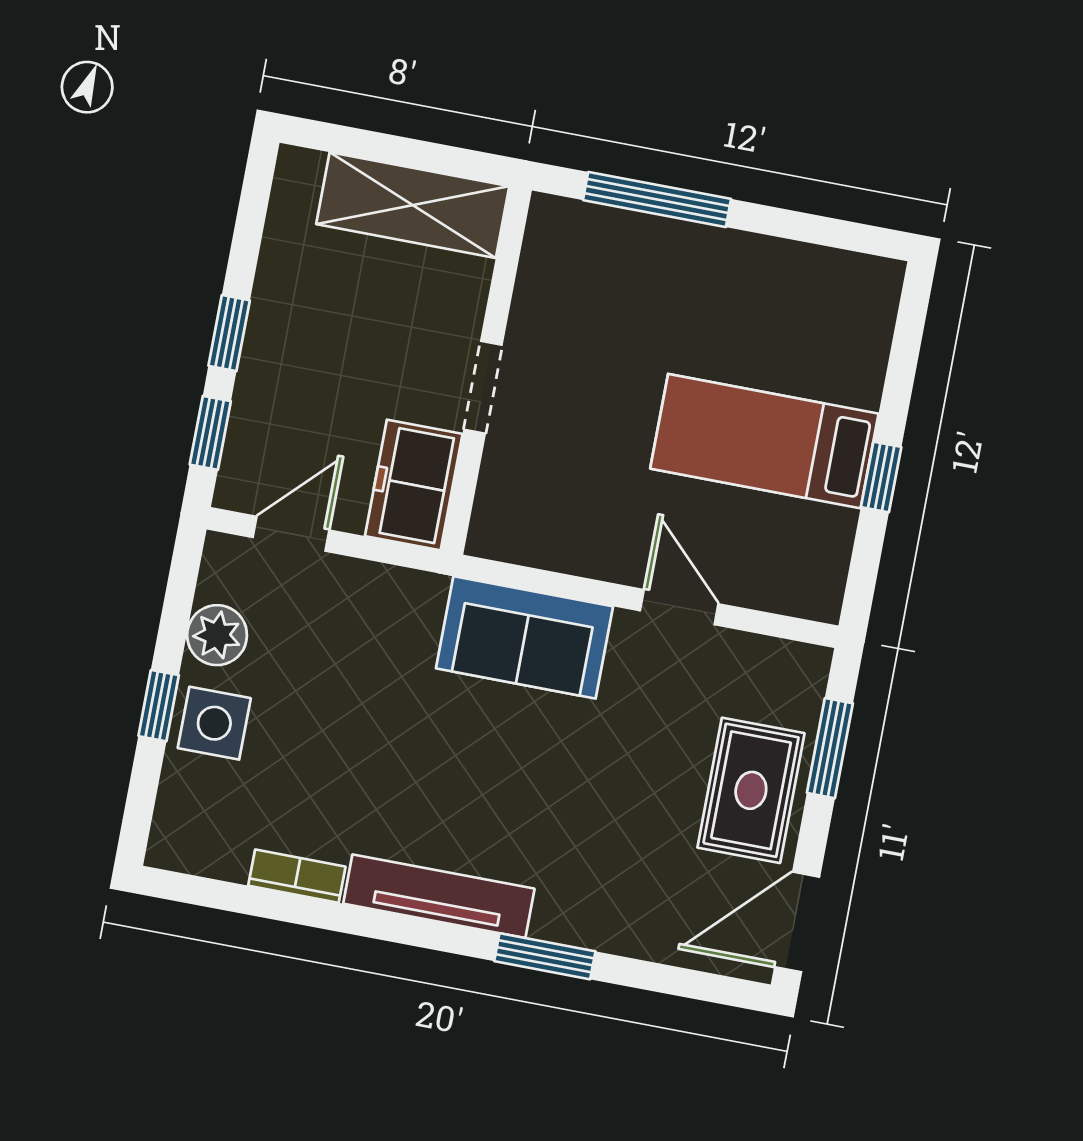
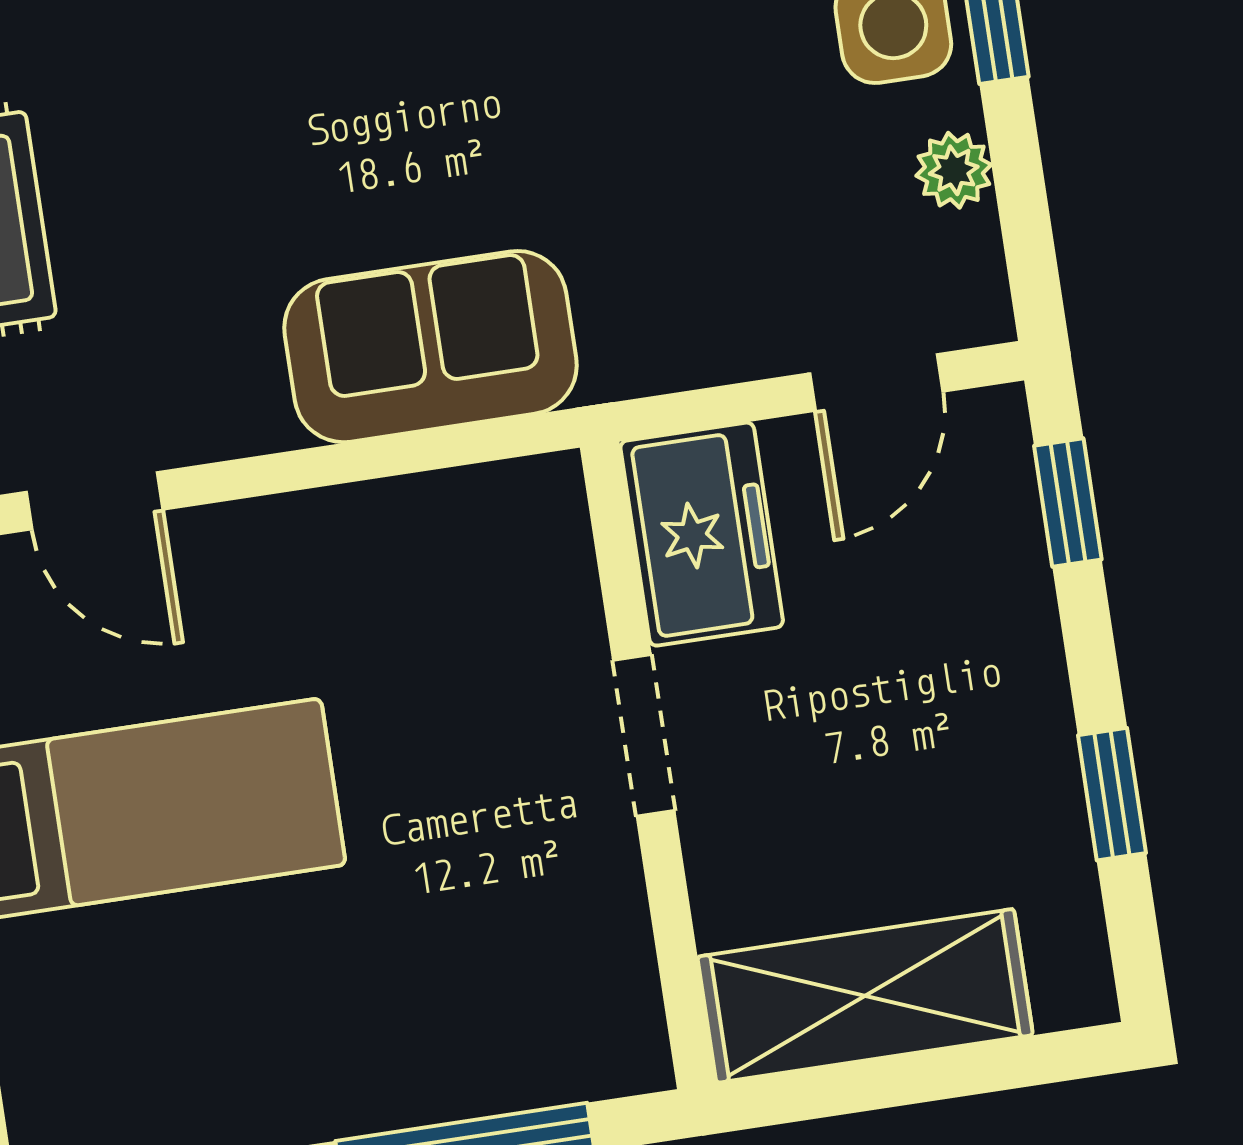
window: (229, 333) -> (1112, 794), moved
door: (679, 607) -> (94, 501), moved
plant: (217, 635) -> (954, 170), width x0.73, depth x0.73

